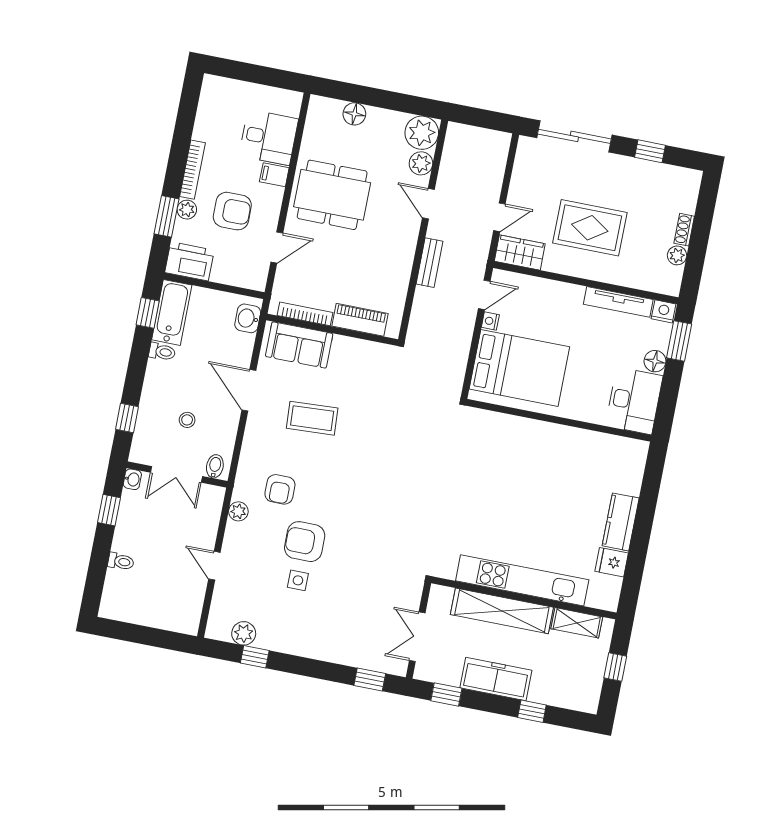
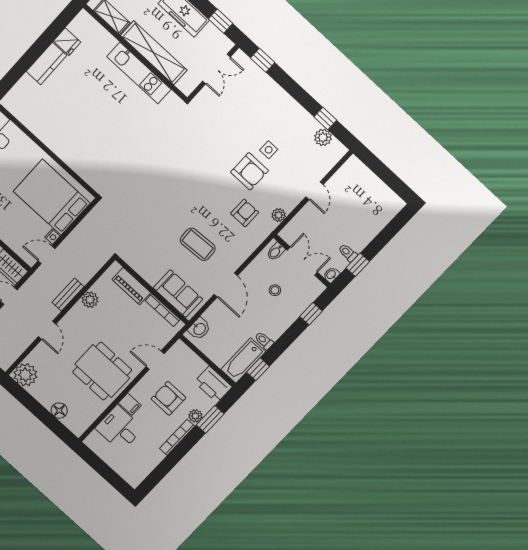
plant: (421, 163) -> (90, 300), moved
toilet: (121, 562) -> (348, 253), moved
kitchen unit: (522, 580) -> (139, 73), width x0.73

